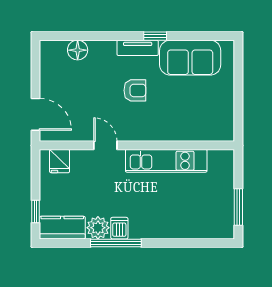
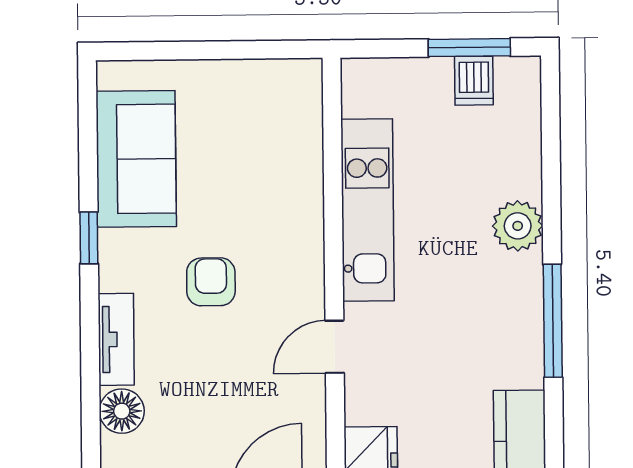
tv unit: (138, 48) -> (116, 339), moved
plant: (98, 228) -> (518, 226), moved
dishwasher: (119, 228) -> (474, 81), moved, turned -90

